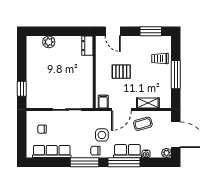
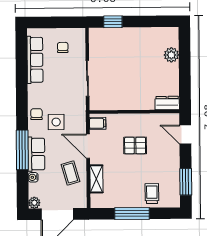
door: (113, 31) -> (185, 134), hinge flipped
pallet: (121, 72) -> (135, 145), turned 90
window: (85, 162) -> (22, 101), removed

